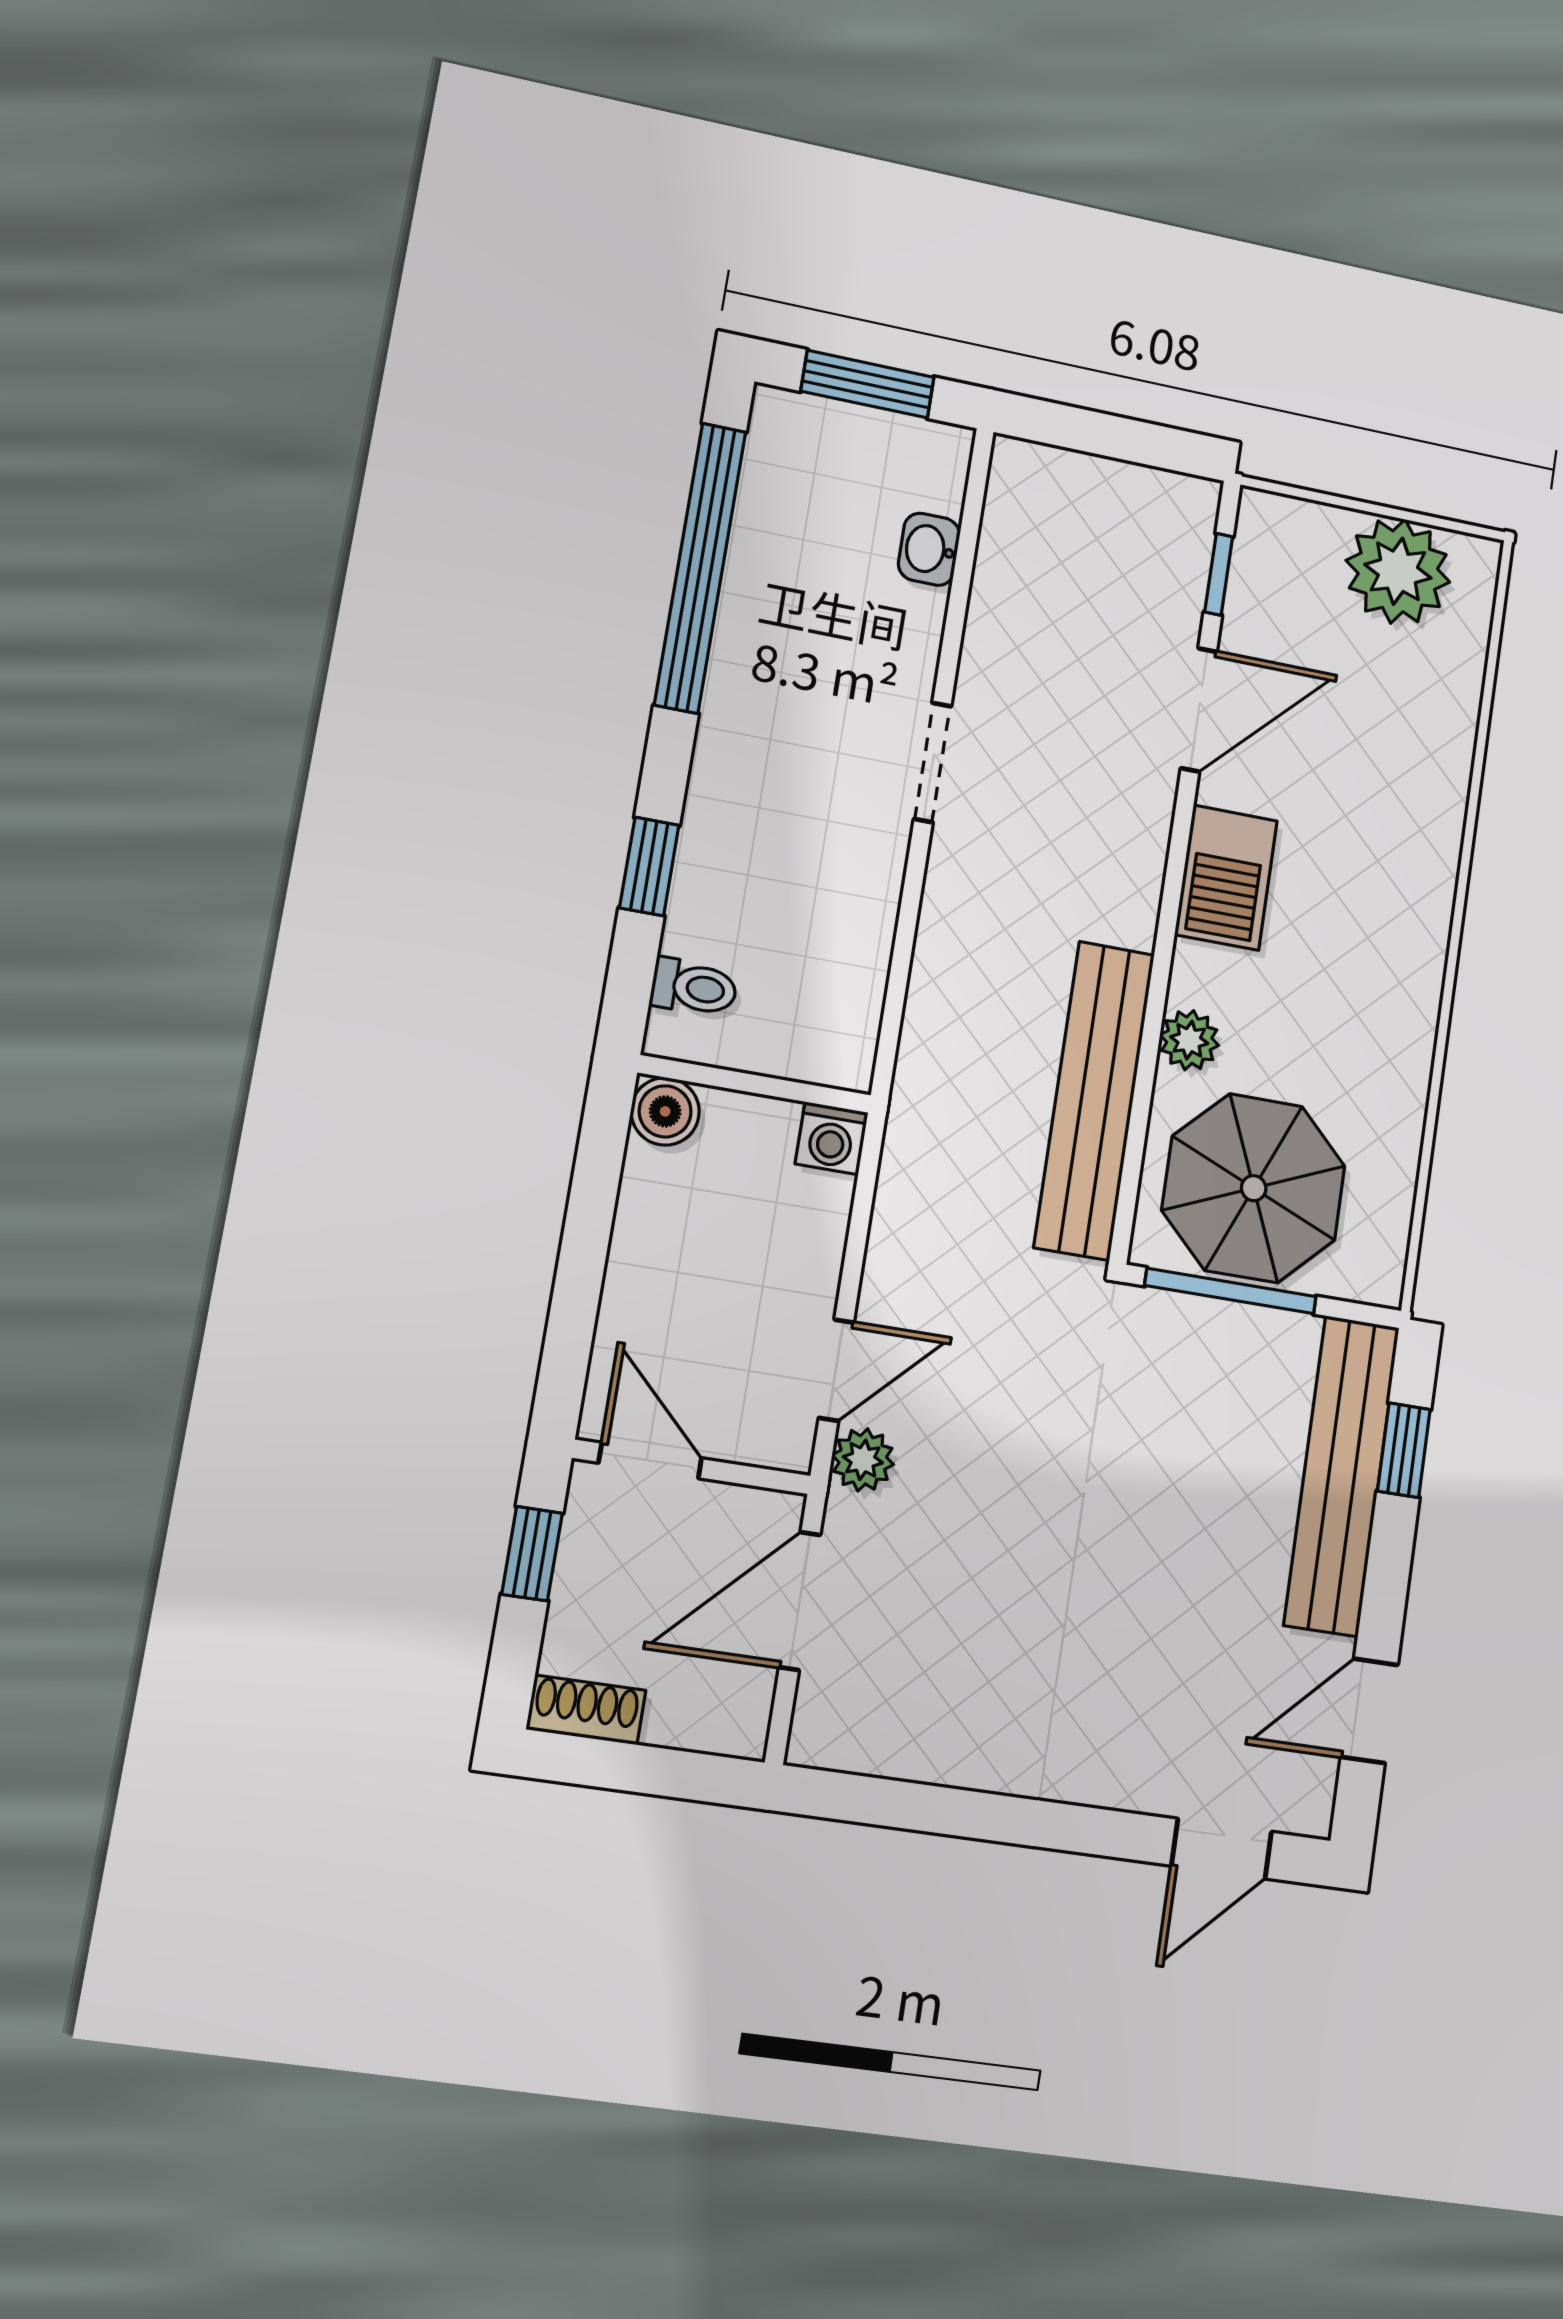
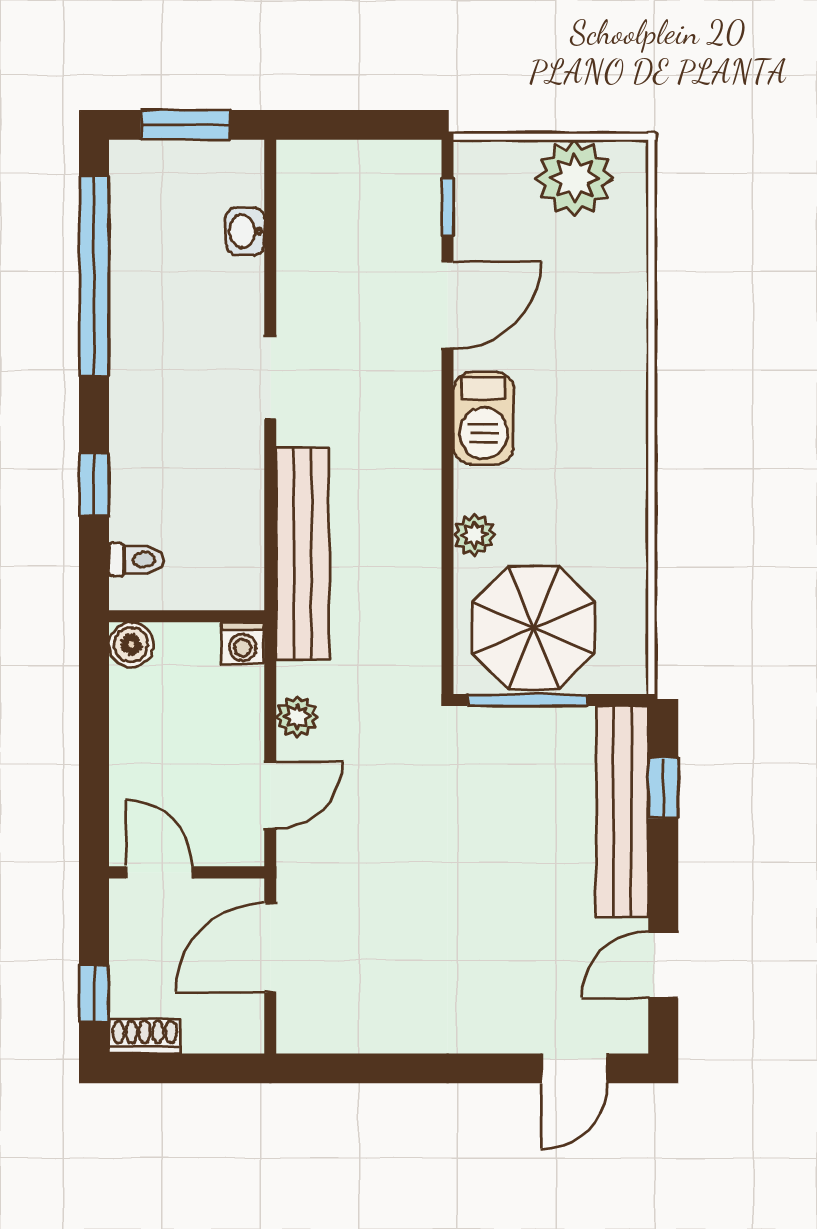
bench: (1094, 1100) -> (303, 554), moved
plant: (863, 1460) -> (297, 717), moved
window: (532, 1554) -> (94, 993), moved

